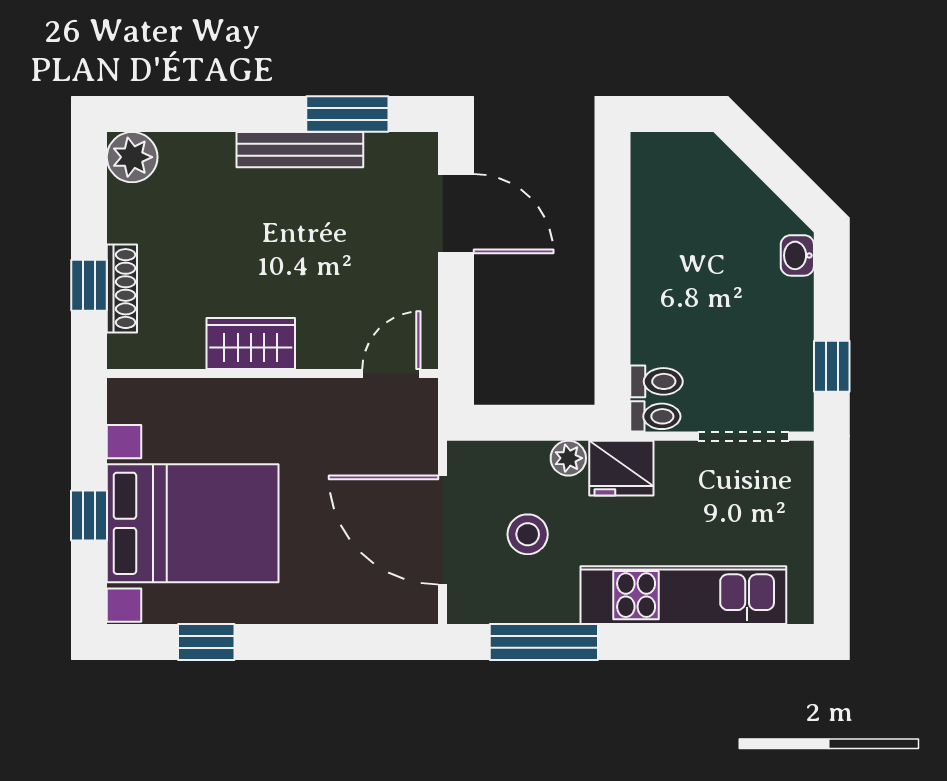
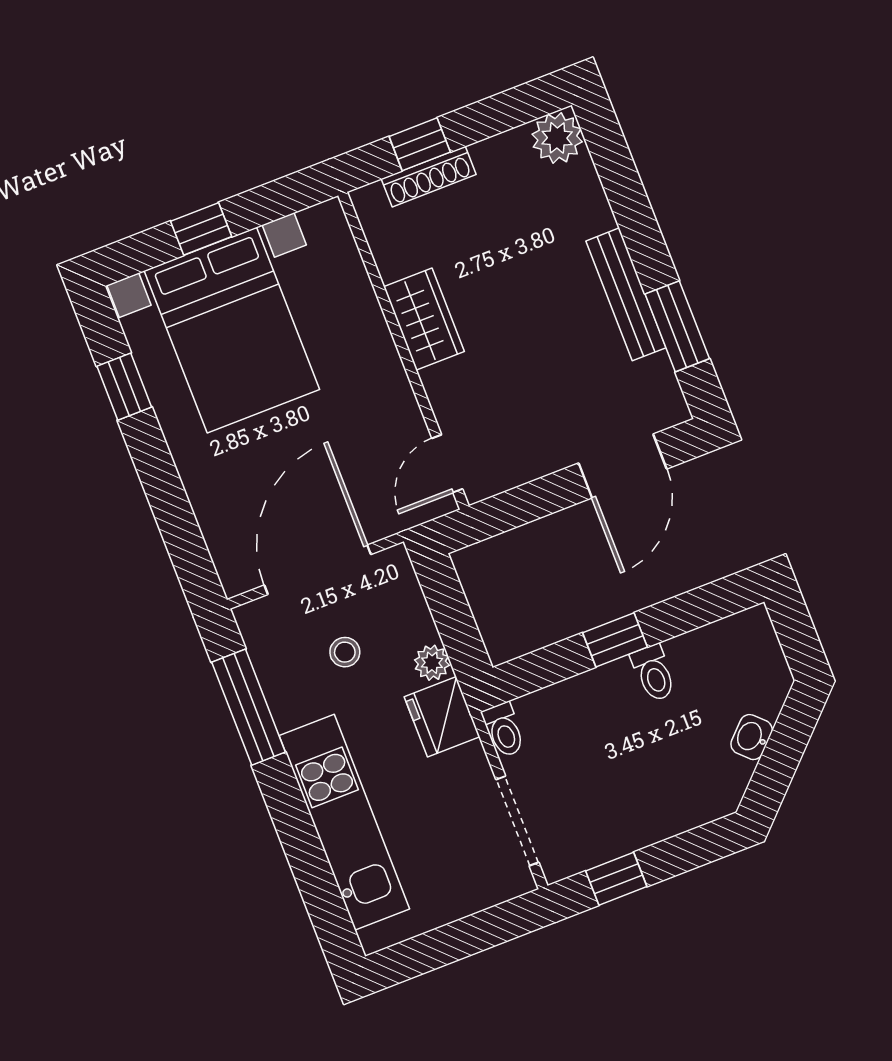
washbasin: (797, 255) -> (752, 737), moved, turned -45
window: (613, 282) -> (615, 640), added
door: (391, 374) -> (447, 464), swing flipped
toilet: (657, 381) -> (654, 673), moved
stool: (528, 534) -> (345, 652), width x0.73, depth x0.73

